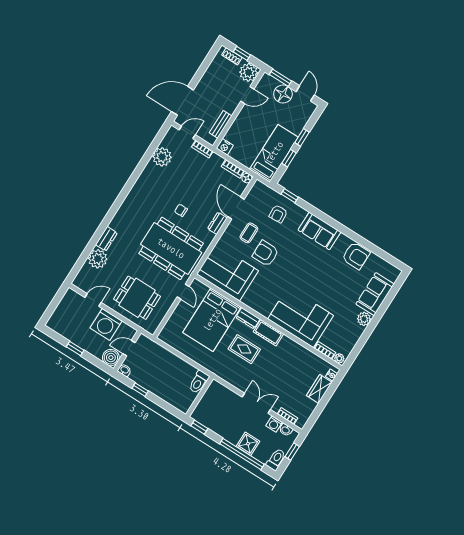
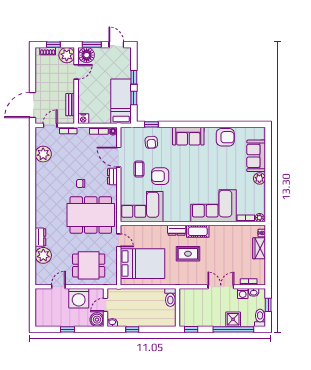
floor lamp: (283, 94) -> (87, 55), moved
bed: (212, 320) -> (143, 264), moved, turned -90

